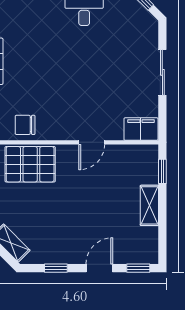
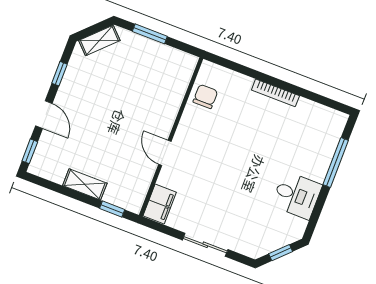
pallet: (30, 164) -> (167, 87), removed

